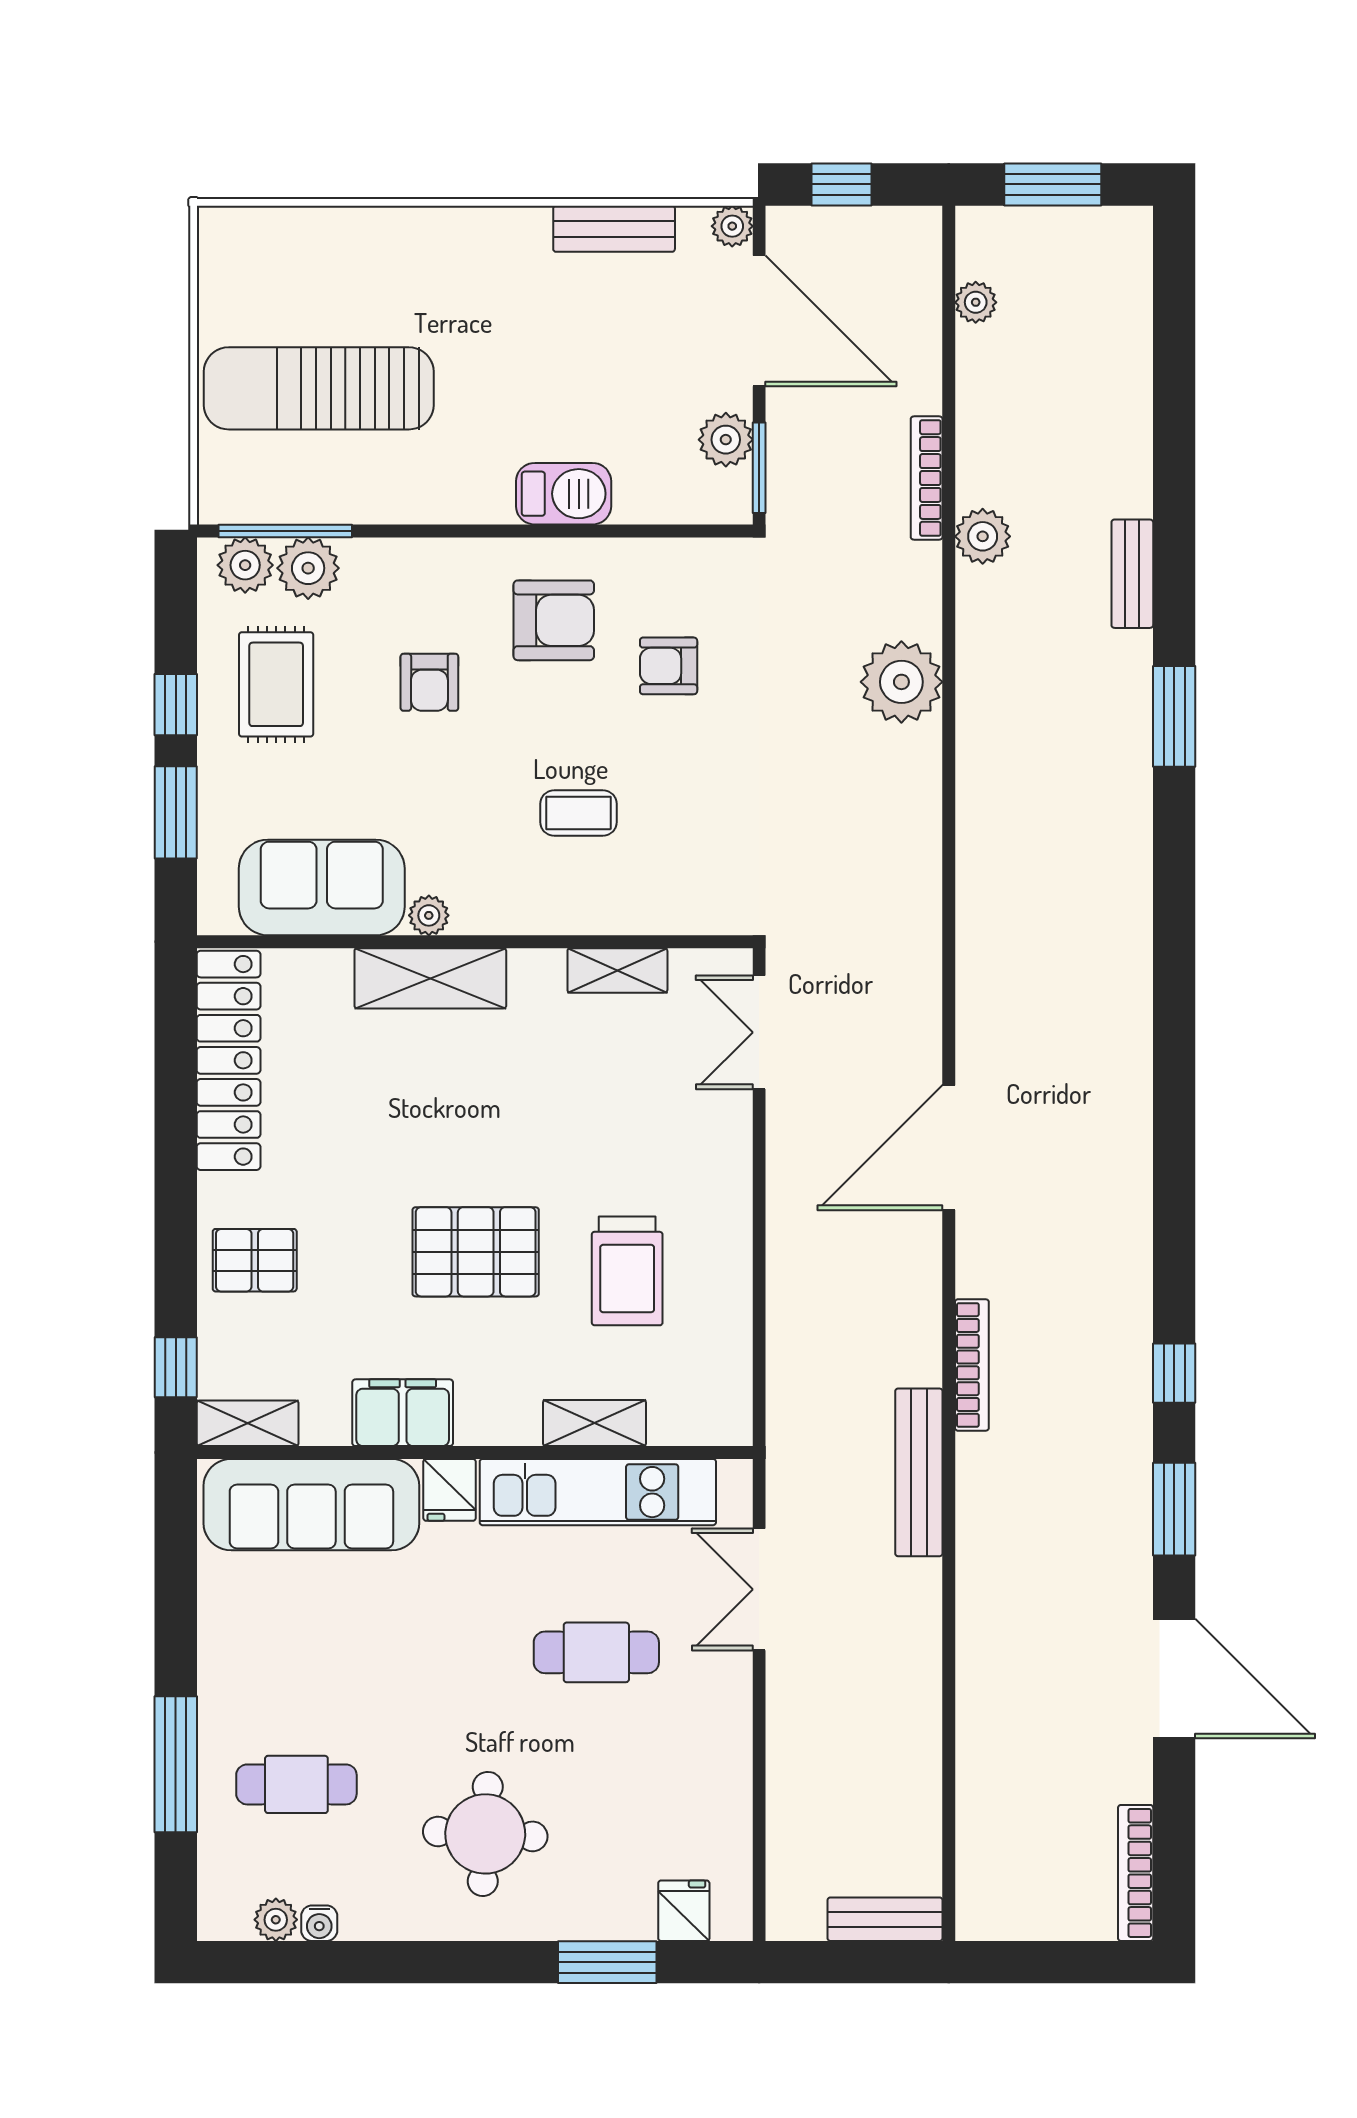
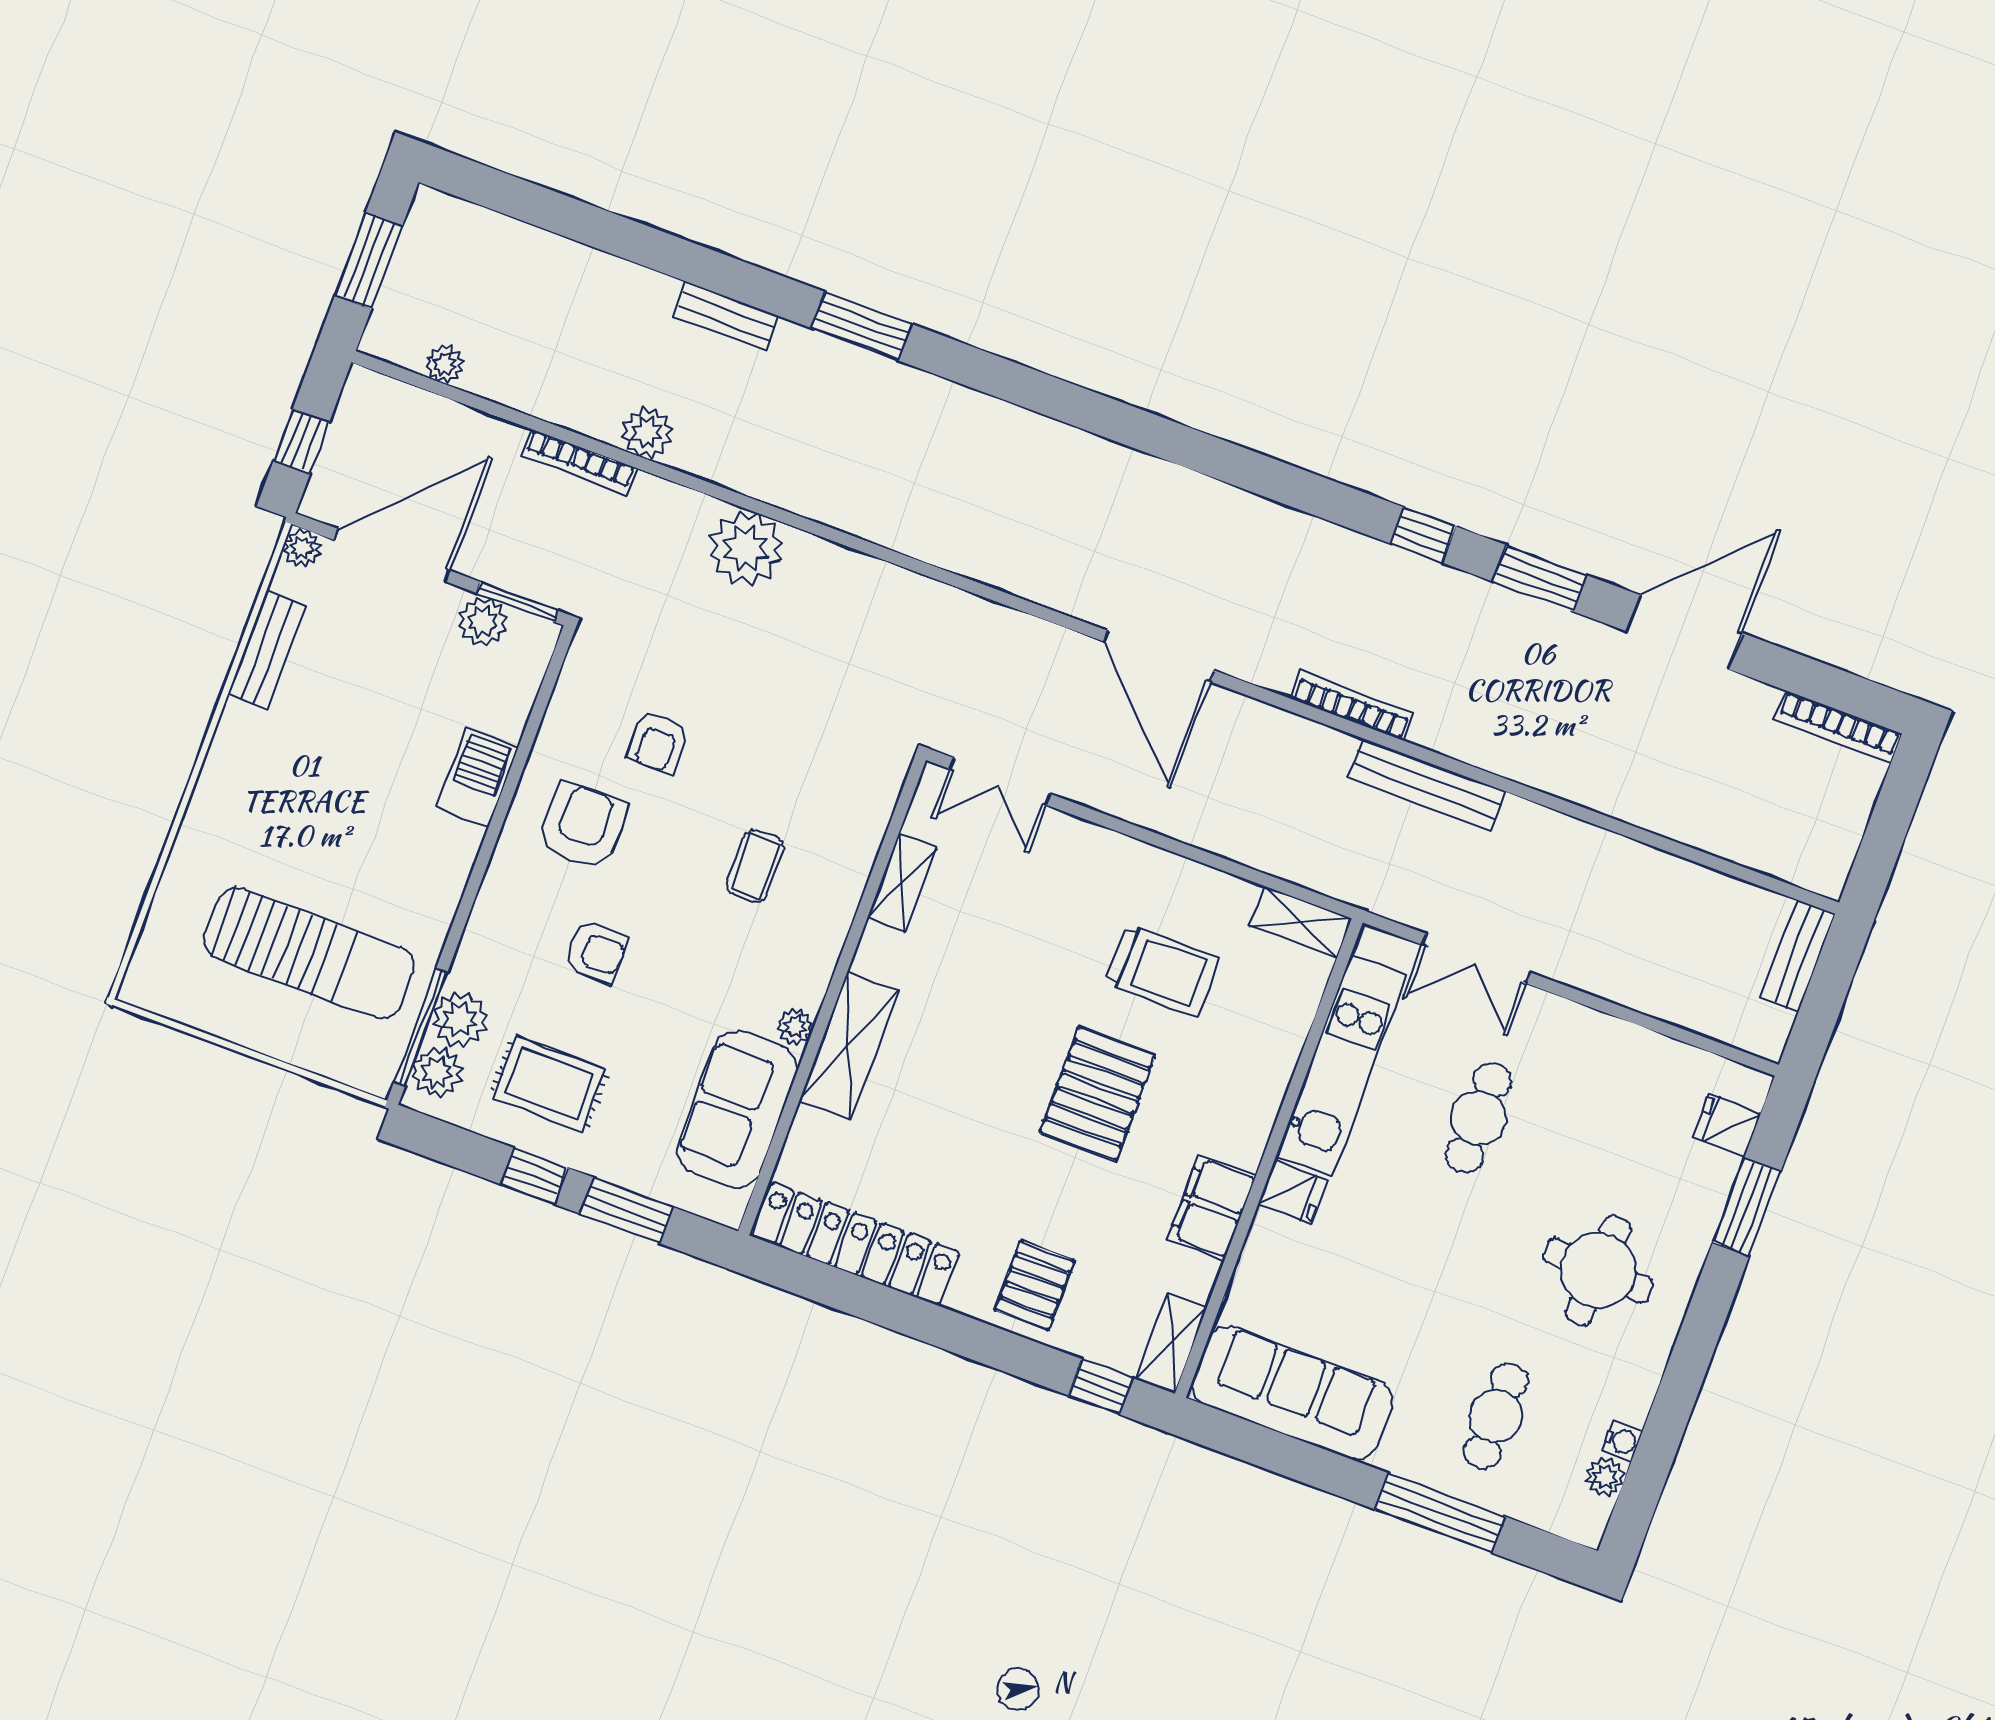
sun lounger: (319, 388) -> (309, 953), turned -90
shelving: (594, 1423) -> (1300, 922), moved, turned 90
sofa: (311, 1505) -> (1293, 1393), moved, turned -90

